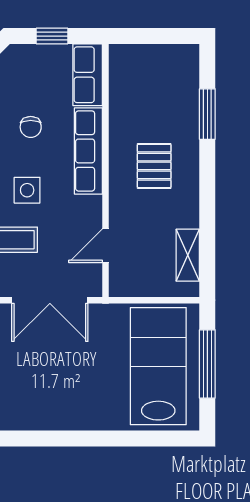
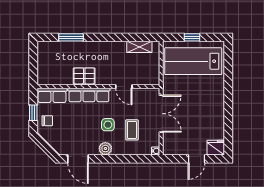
chair: (31, 127) -> (47, 121), moved
pallet: (154, 166) -> (84, 76), moved
door: (106, 246) -> (124, 87), moved
window: (207, 364) -> (192, 37), width x0.46

